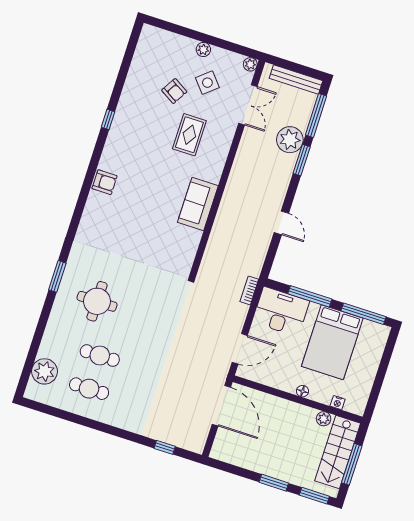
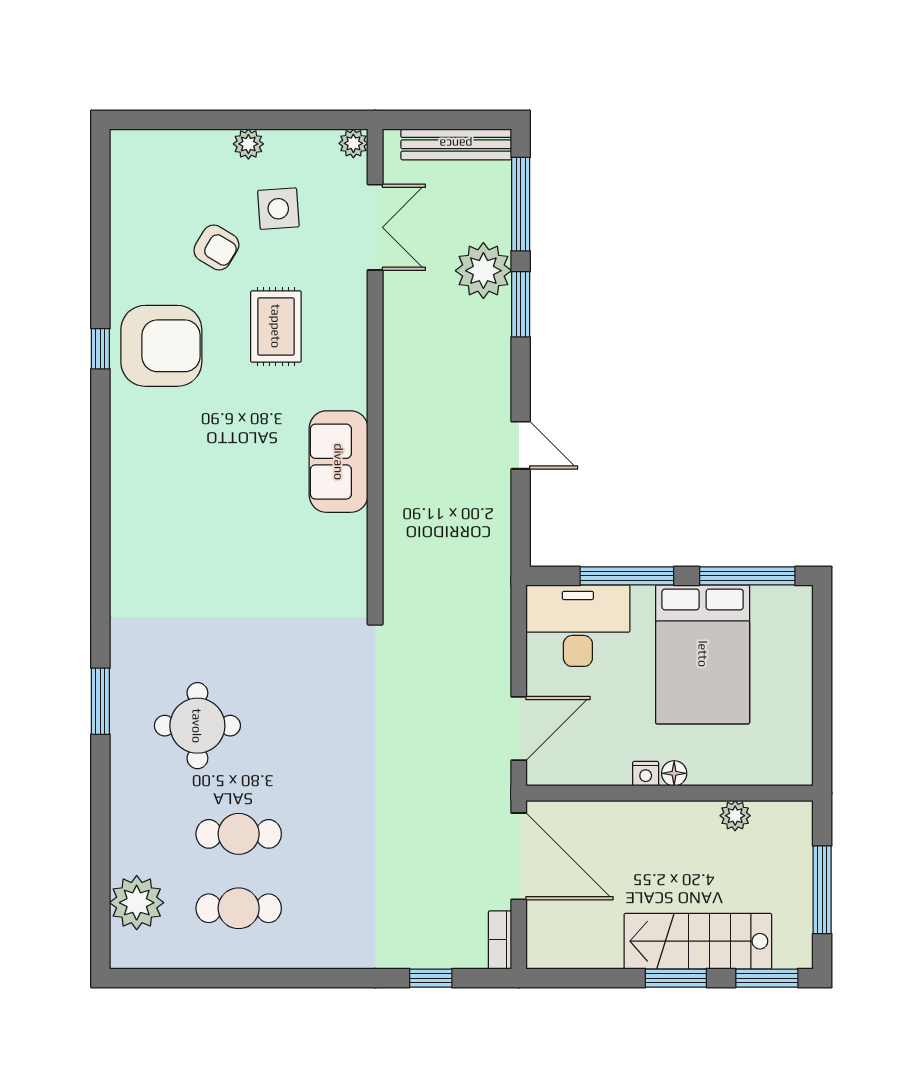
side table: (207, 83) -> (278, 209), turned 36
armchair: (105, 182) -> (161, 346), moved, width x1.88, depth x1.88
bookcase: (249, 290) -> (500, 940), moved
nightstand: (338, 403) -> (646, 774), moved
stairs: (338, 452) -> (698, 941), moved, turned 90

